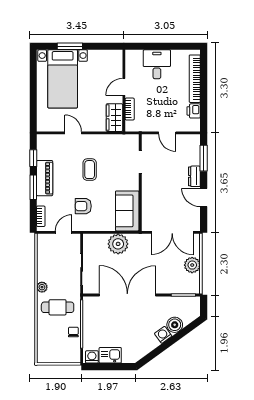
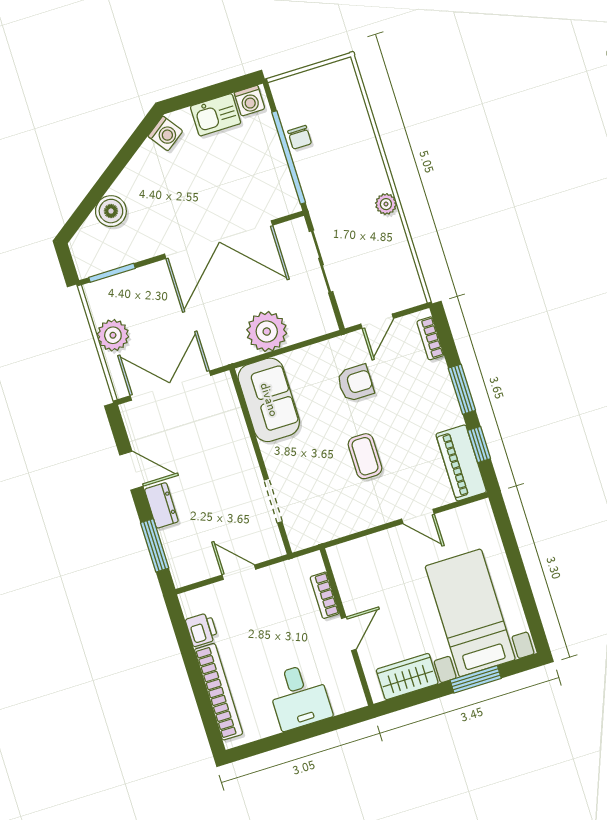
wardrobe: (114, 118) -> (407, 677), moved, turned -90
piano: (45, 178) -> (461, 463), moved
cafe table: (58, 307) -> (344, 175), removed
washing machine: (163, 335) -> (165, 134), moved

